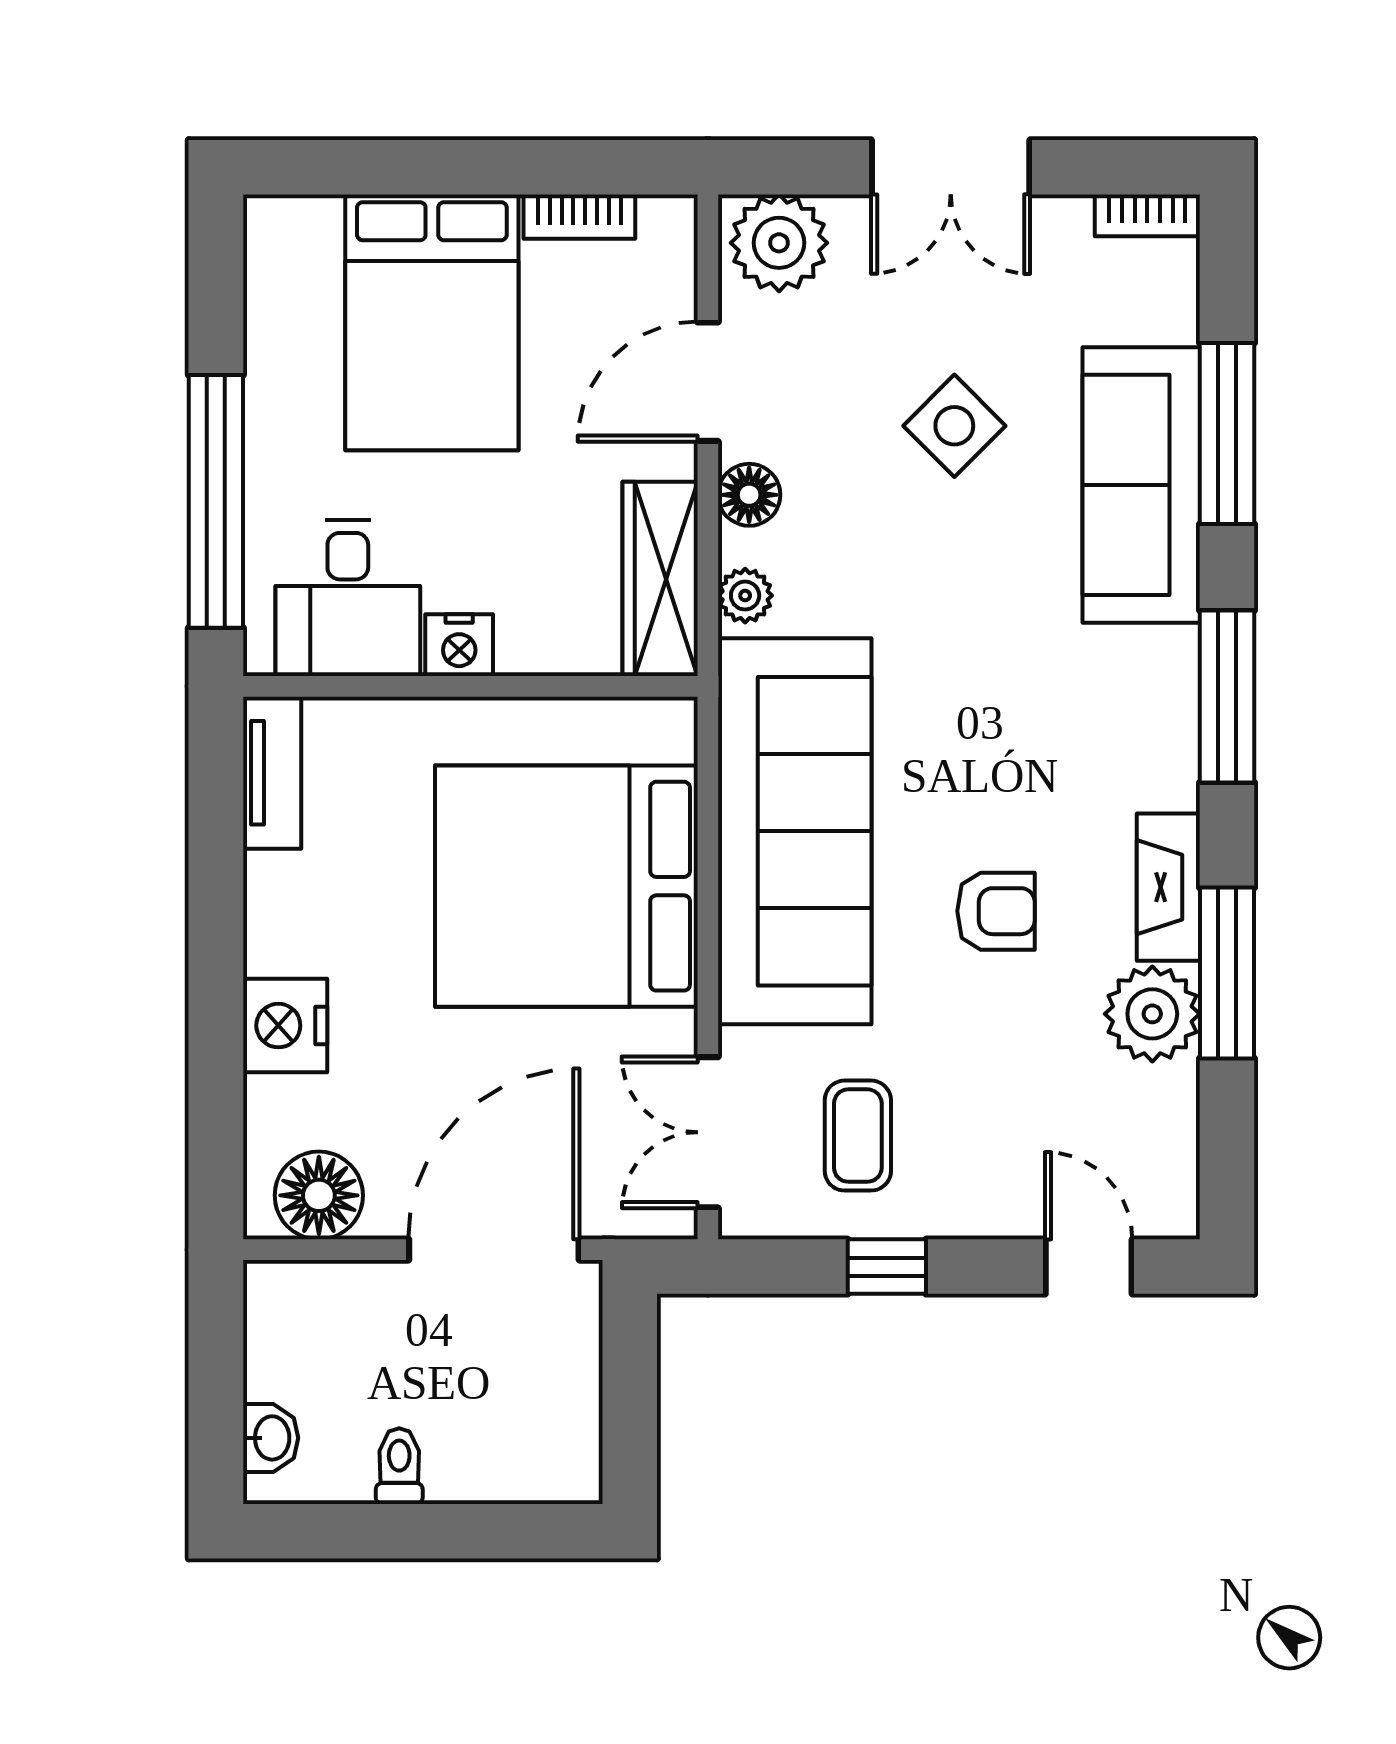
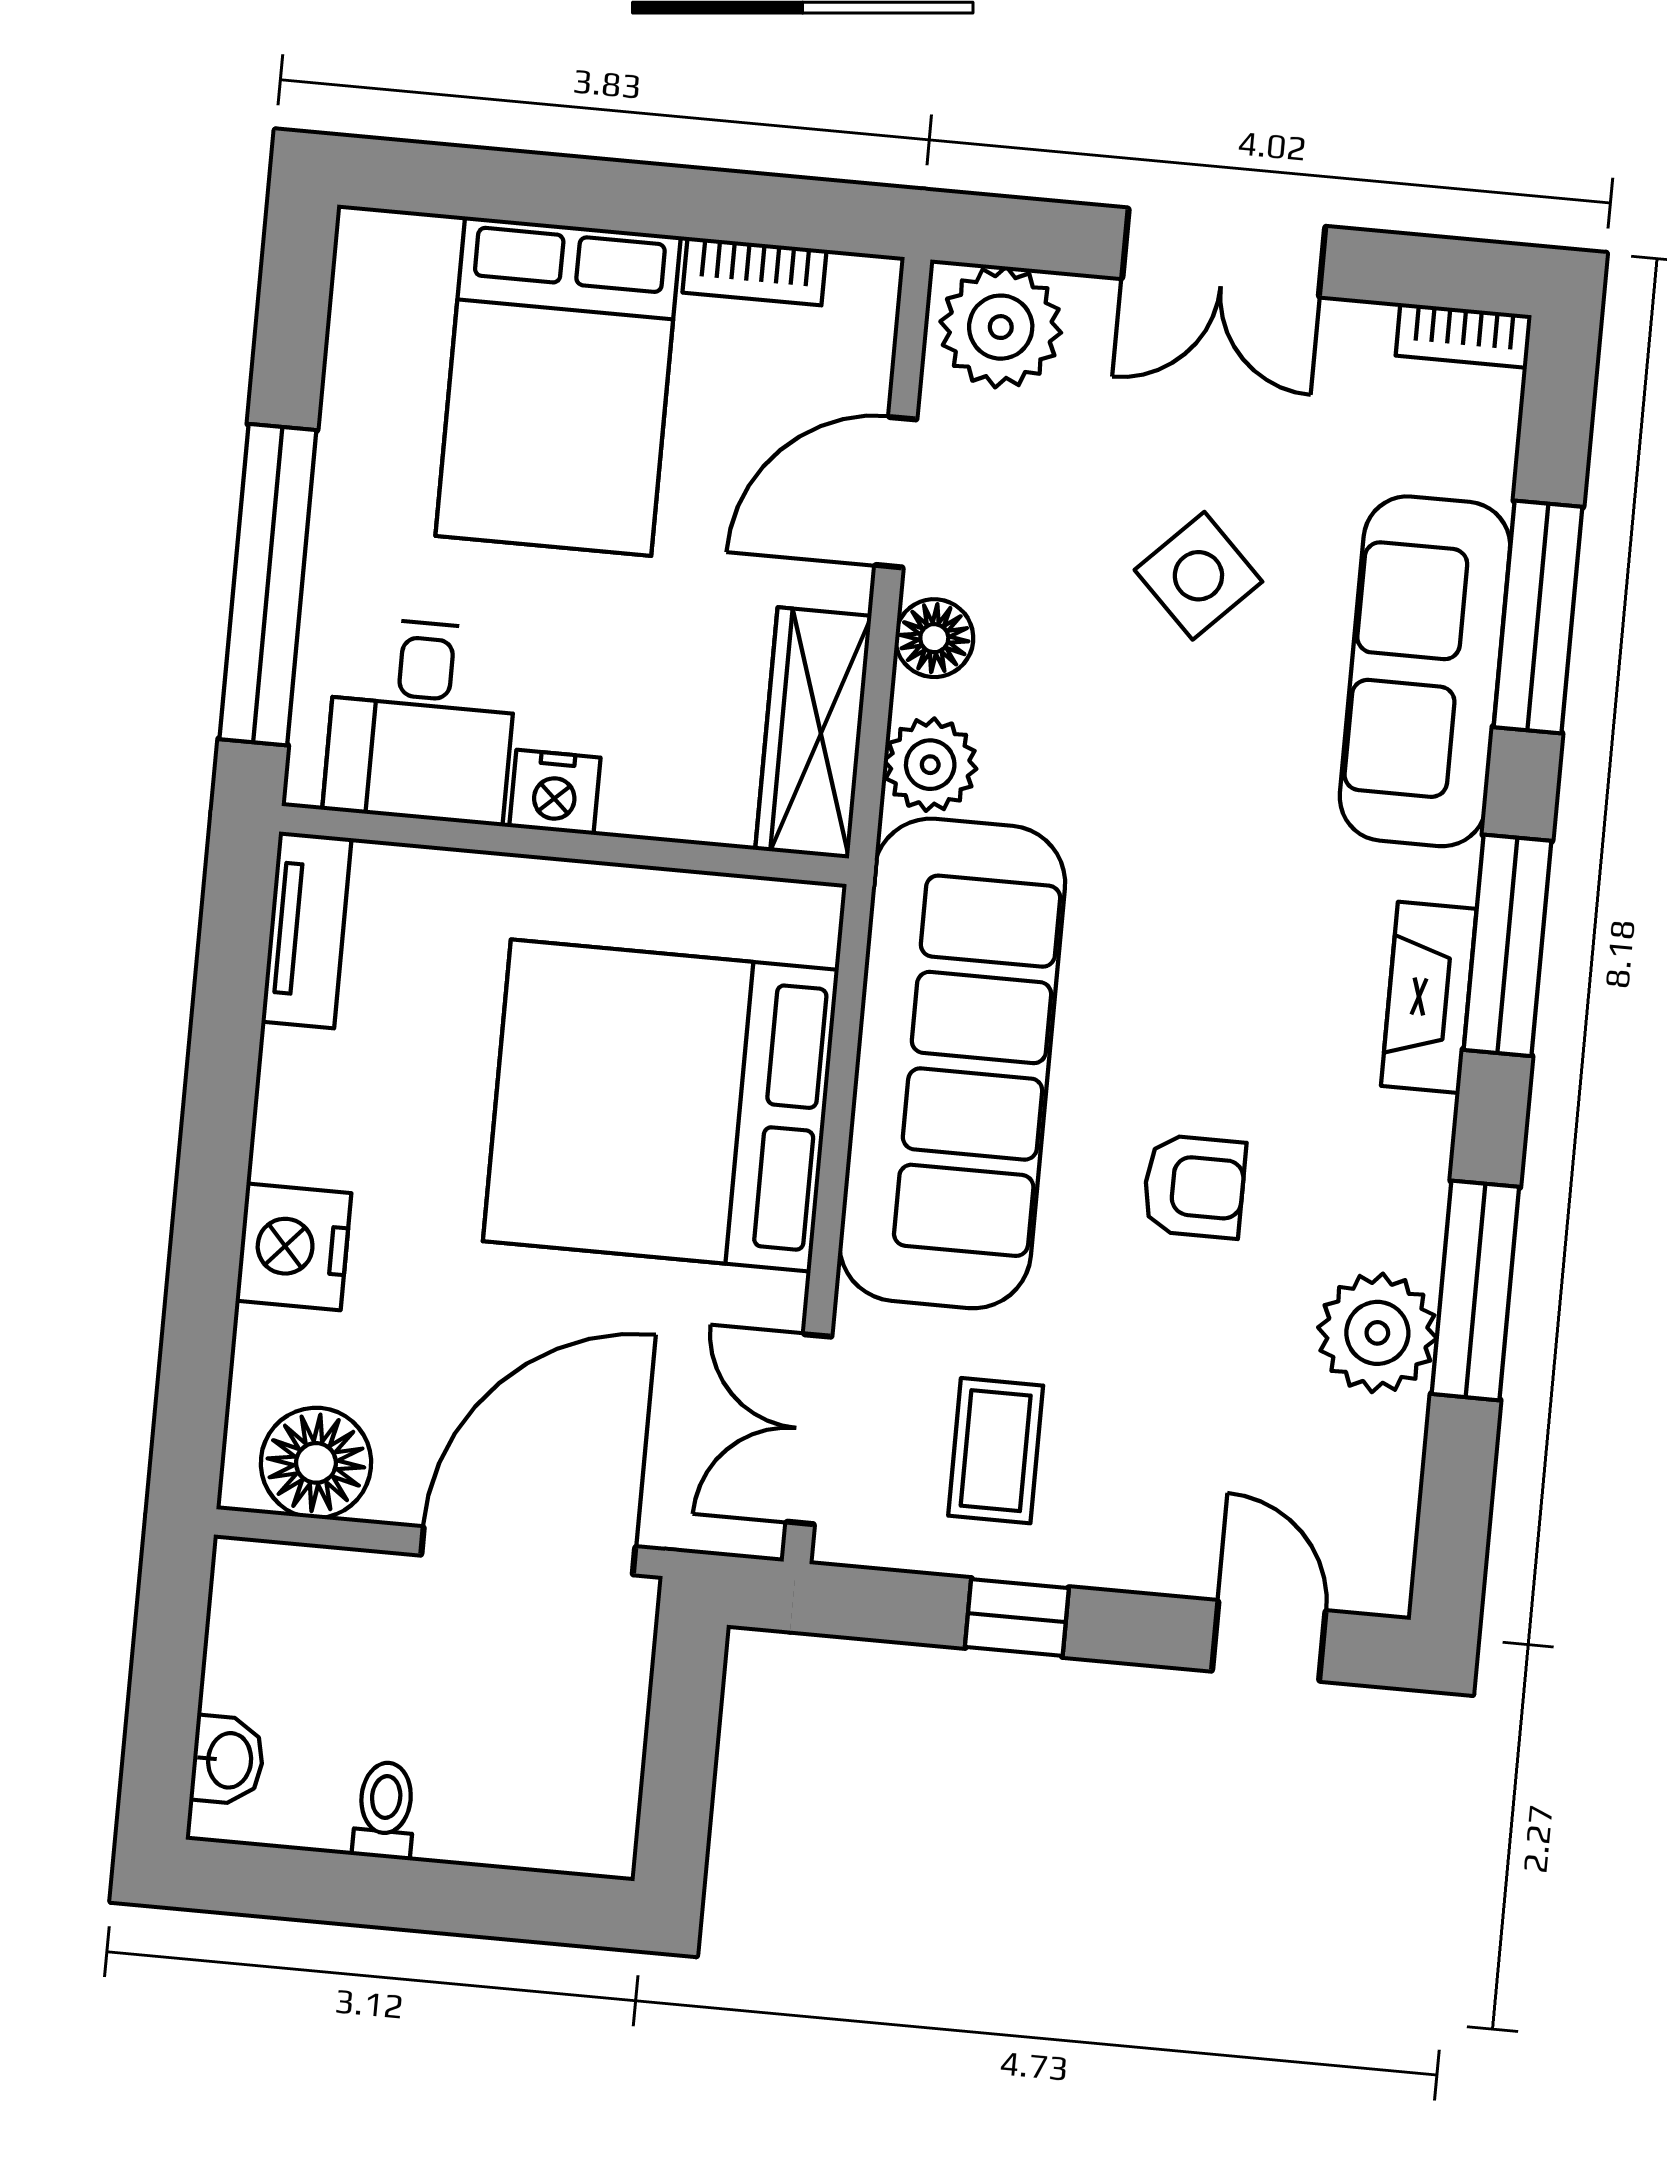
plant: (745, 596) -> (930, 765), width x1.38, depth x1.38
fireplace: (1168, 887) -> (1429, 997), moved

